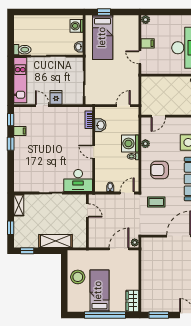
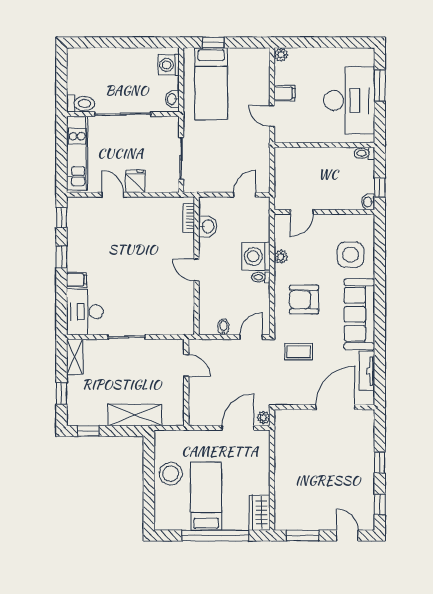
filing cabinet: (20, 131) -> (77, 280), moved
desk: (78, 181) -> (85, 312), moved, turned 90

